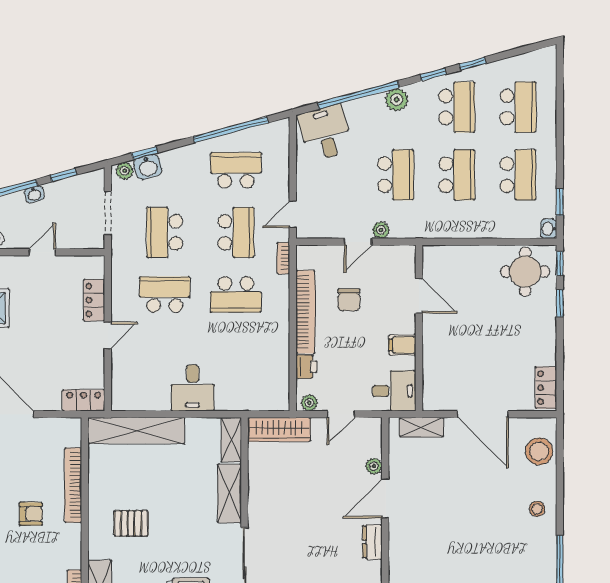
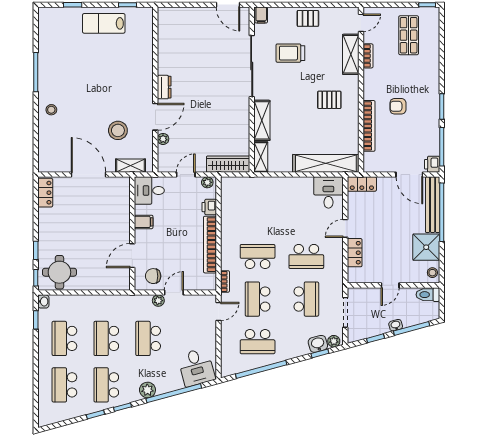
door: (419, 296) -> (132, 256), hinge flipped
chair: (349, 300) -> (153, 276), moved, turned -90
desk: (193, 388) -> (328, 193), moved
stool: (539, 451) -> (118, 130), moved

